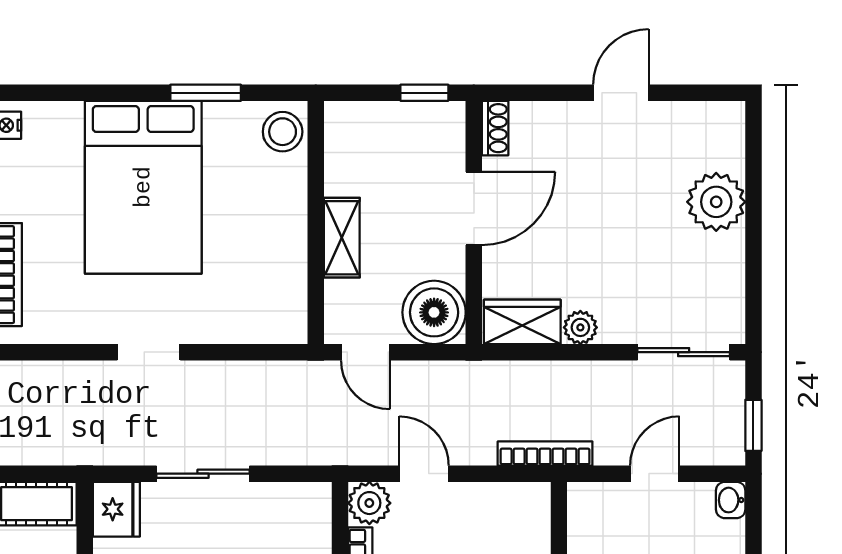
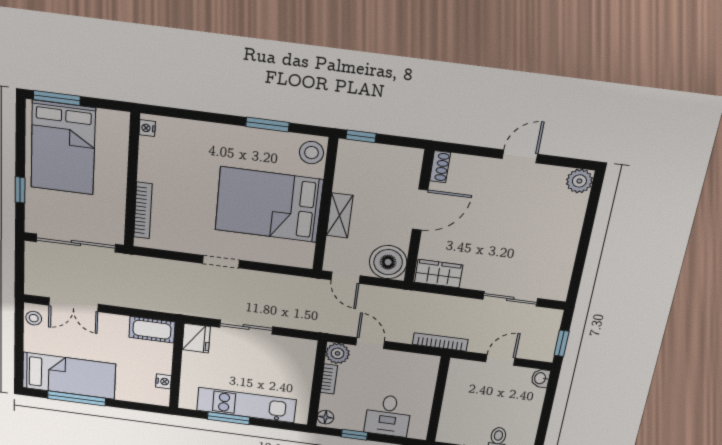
window: (424, 93) -> (361, 136), moved
bed: (143, 187) -> (269, 205), moved, turned 90
plant: (716, 202) -> (579, 181), moved, width x0.73, depth x0.73
plant: (580, 327) -> (472, 281), removed
sliding door: (684, 352) -> (510, 299), moved

